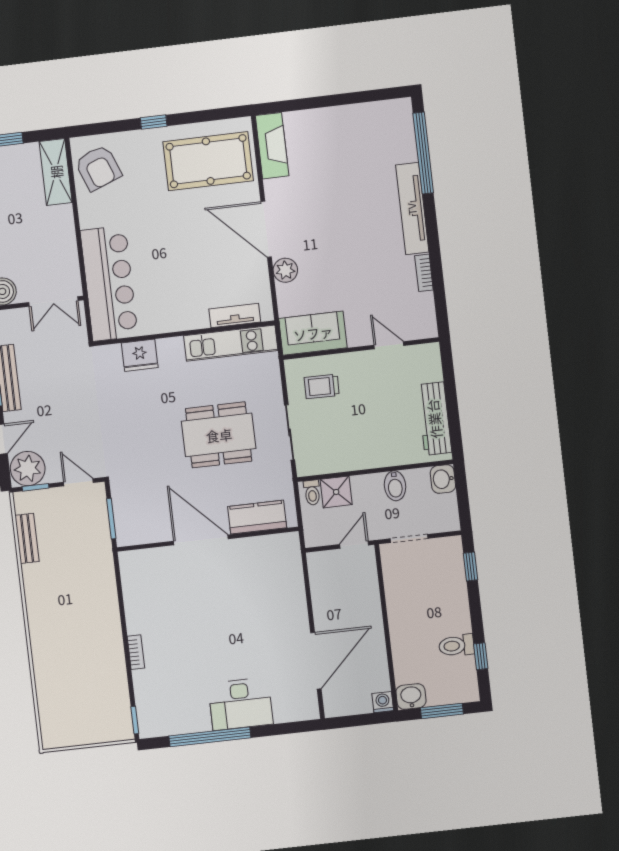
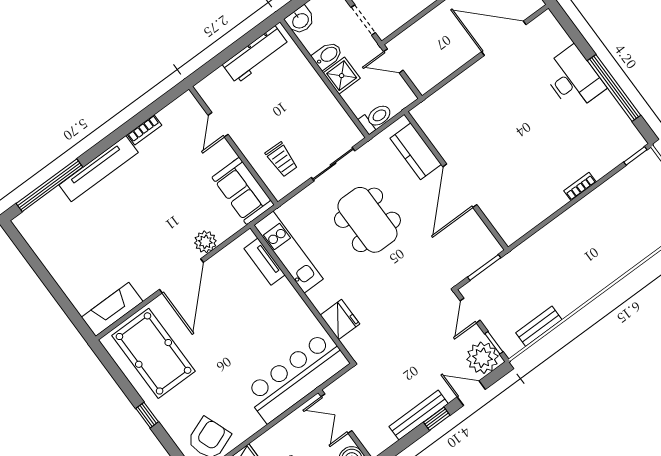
double door: (53, 301) -> (336, 414), swing flipped
shower: (336, 492) -> (342, 76), moved
toilet: (312, 493) -> (376, 118), width x1.37, depth x1.39

